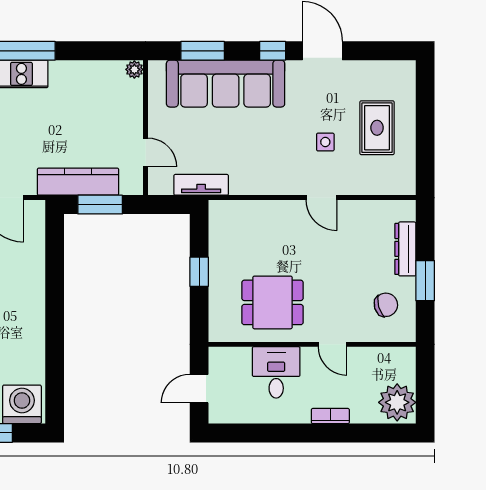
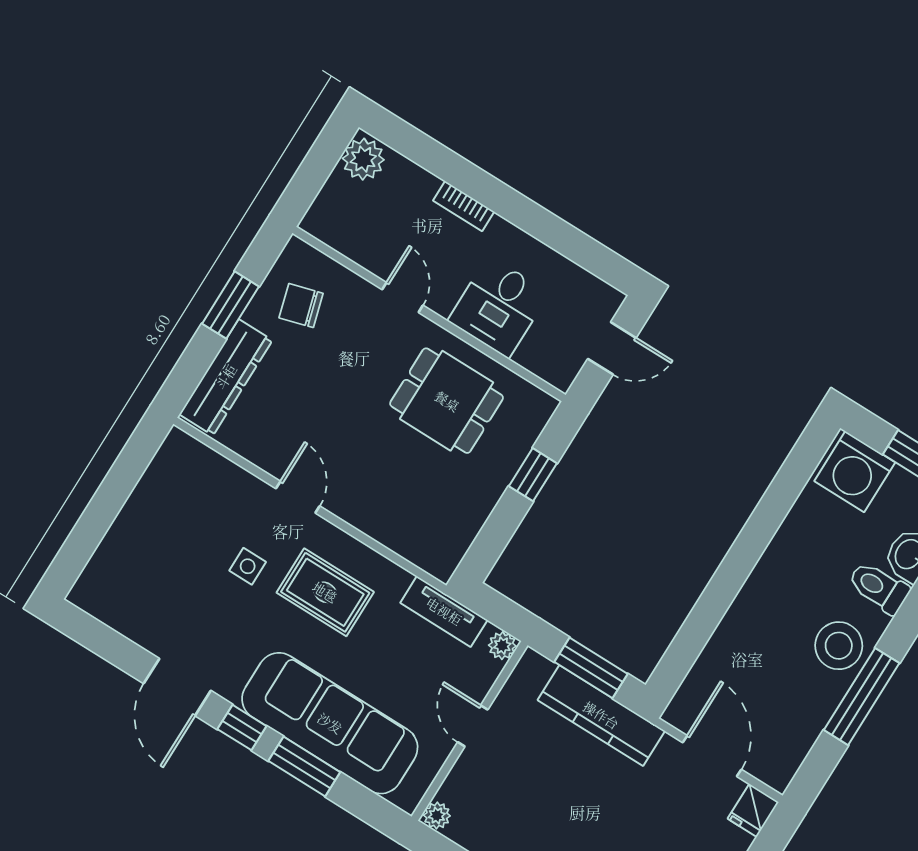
window: (203, 51) -> (304, 767), moved
rug: (377, 128) -> (325, 592), moved, turned 90
door: (146, 152) -> (473, 726), moved
plant: (157, 186) -> (502, 646), added
dresser: (405, 249) -> (226, 377), width x1.37, depth x1.24
window: (199, 272) -> (533, 475), moved
plant: (397, 402) -> (363, 159), width x0.73, depth x0.73

